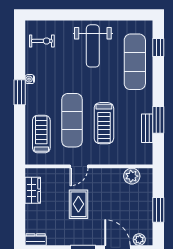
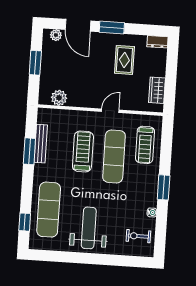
water cooler: (30, 79) -> (152, 212), moved
bench: (147, 128) -> (41, 144), width x1.36
rug: (78, 204) -> (124, 60), moved

